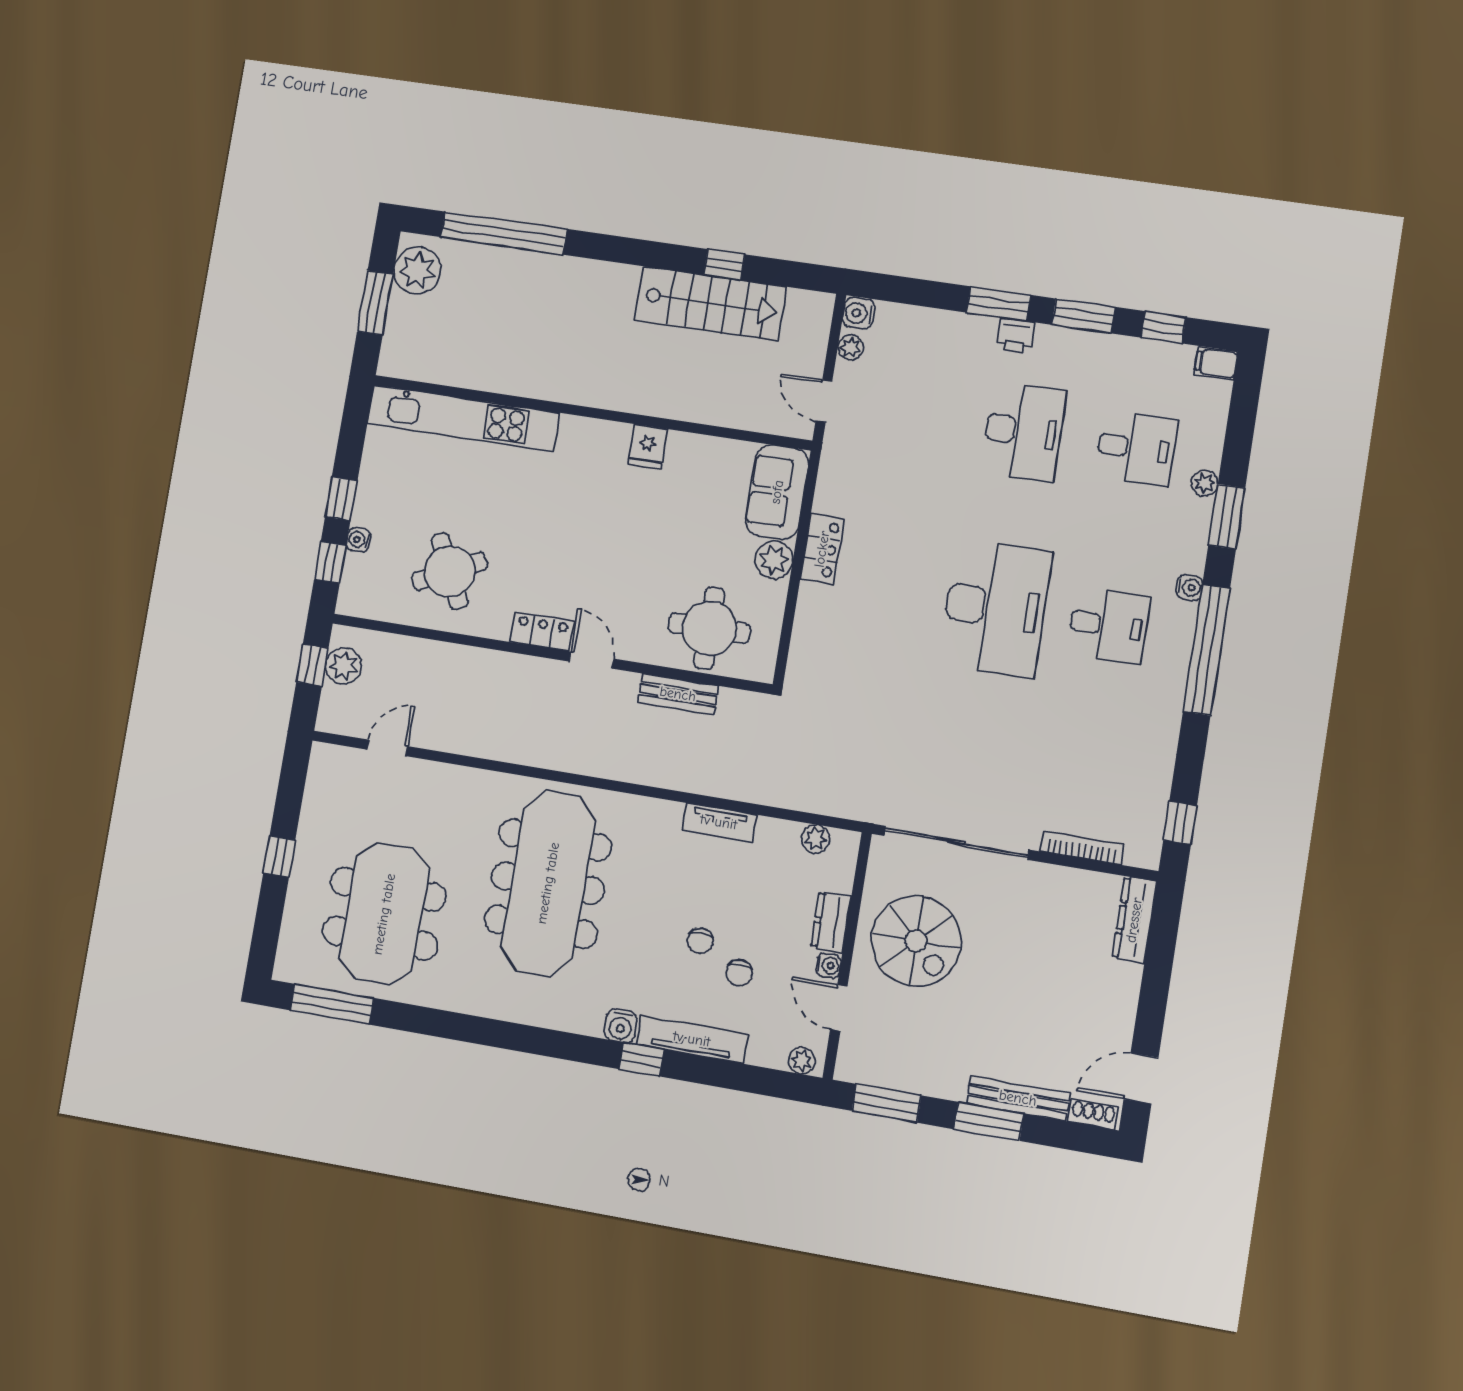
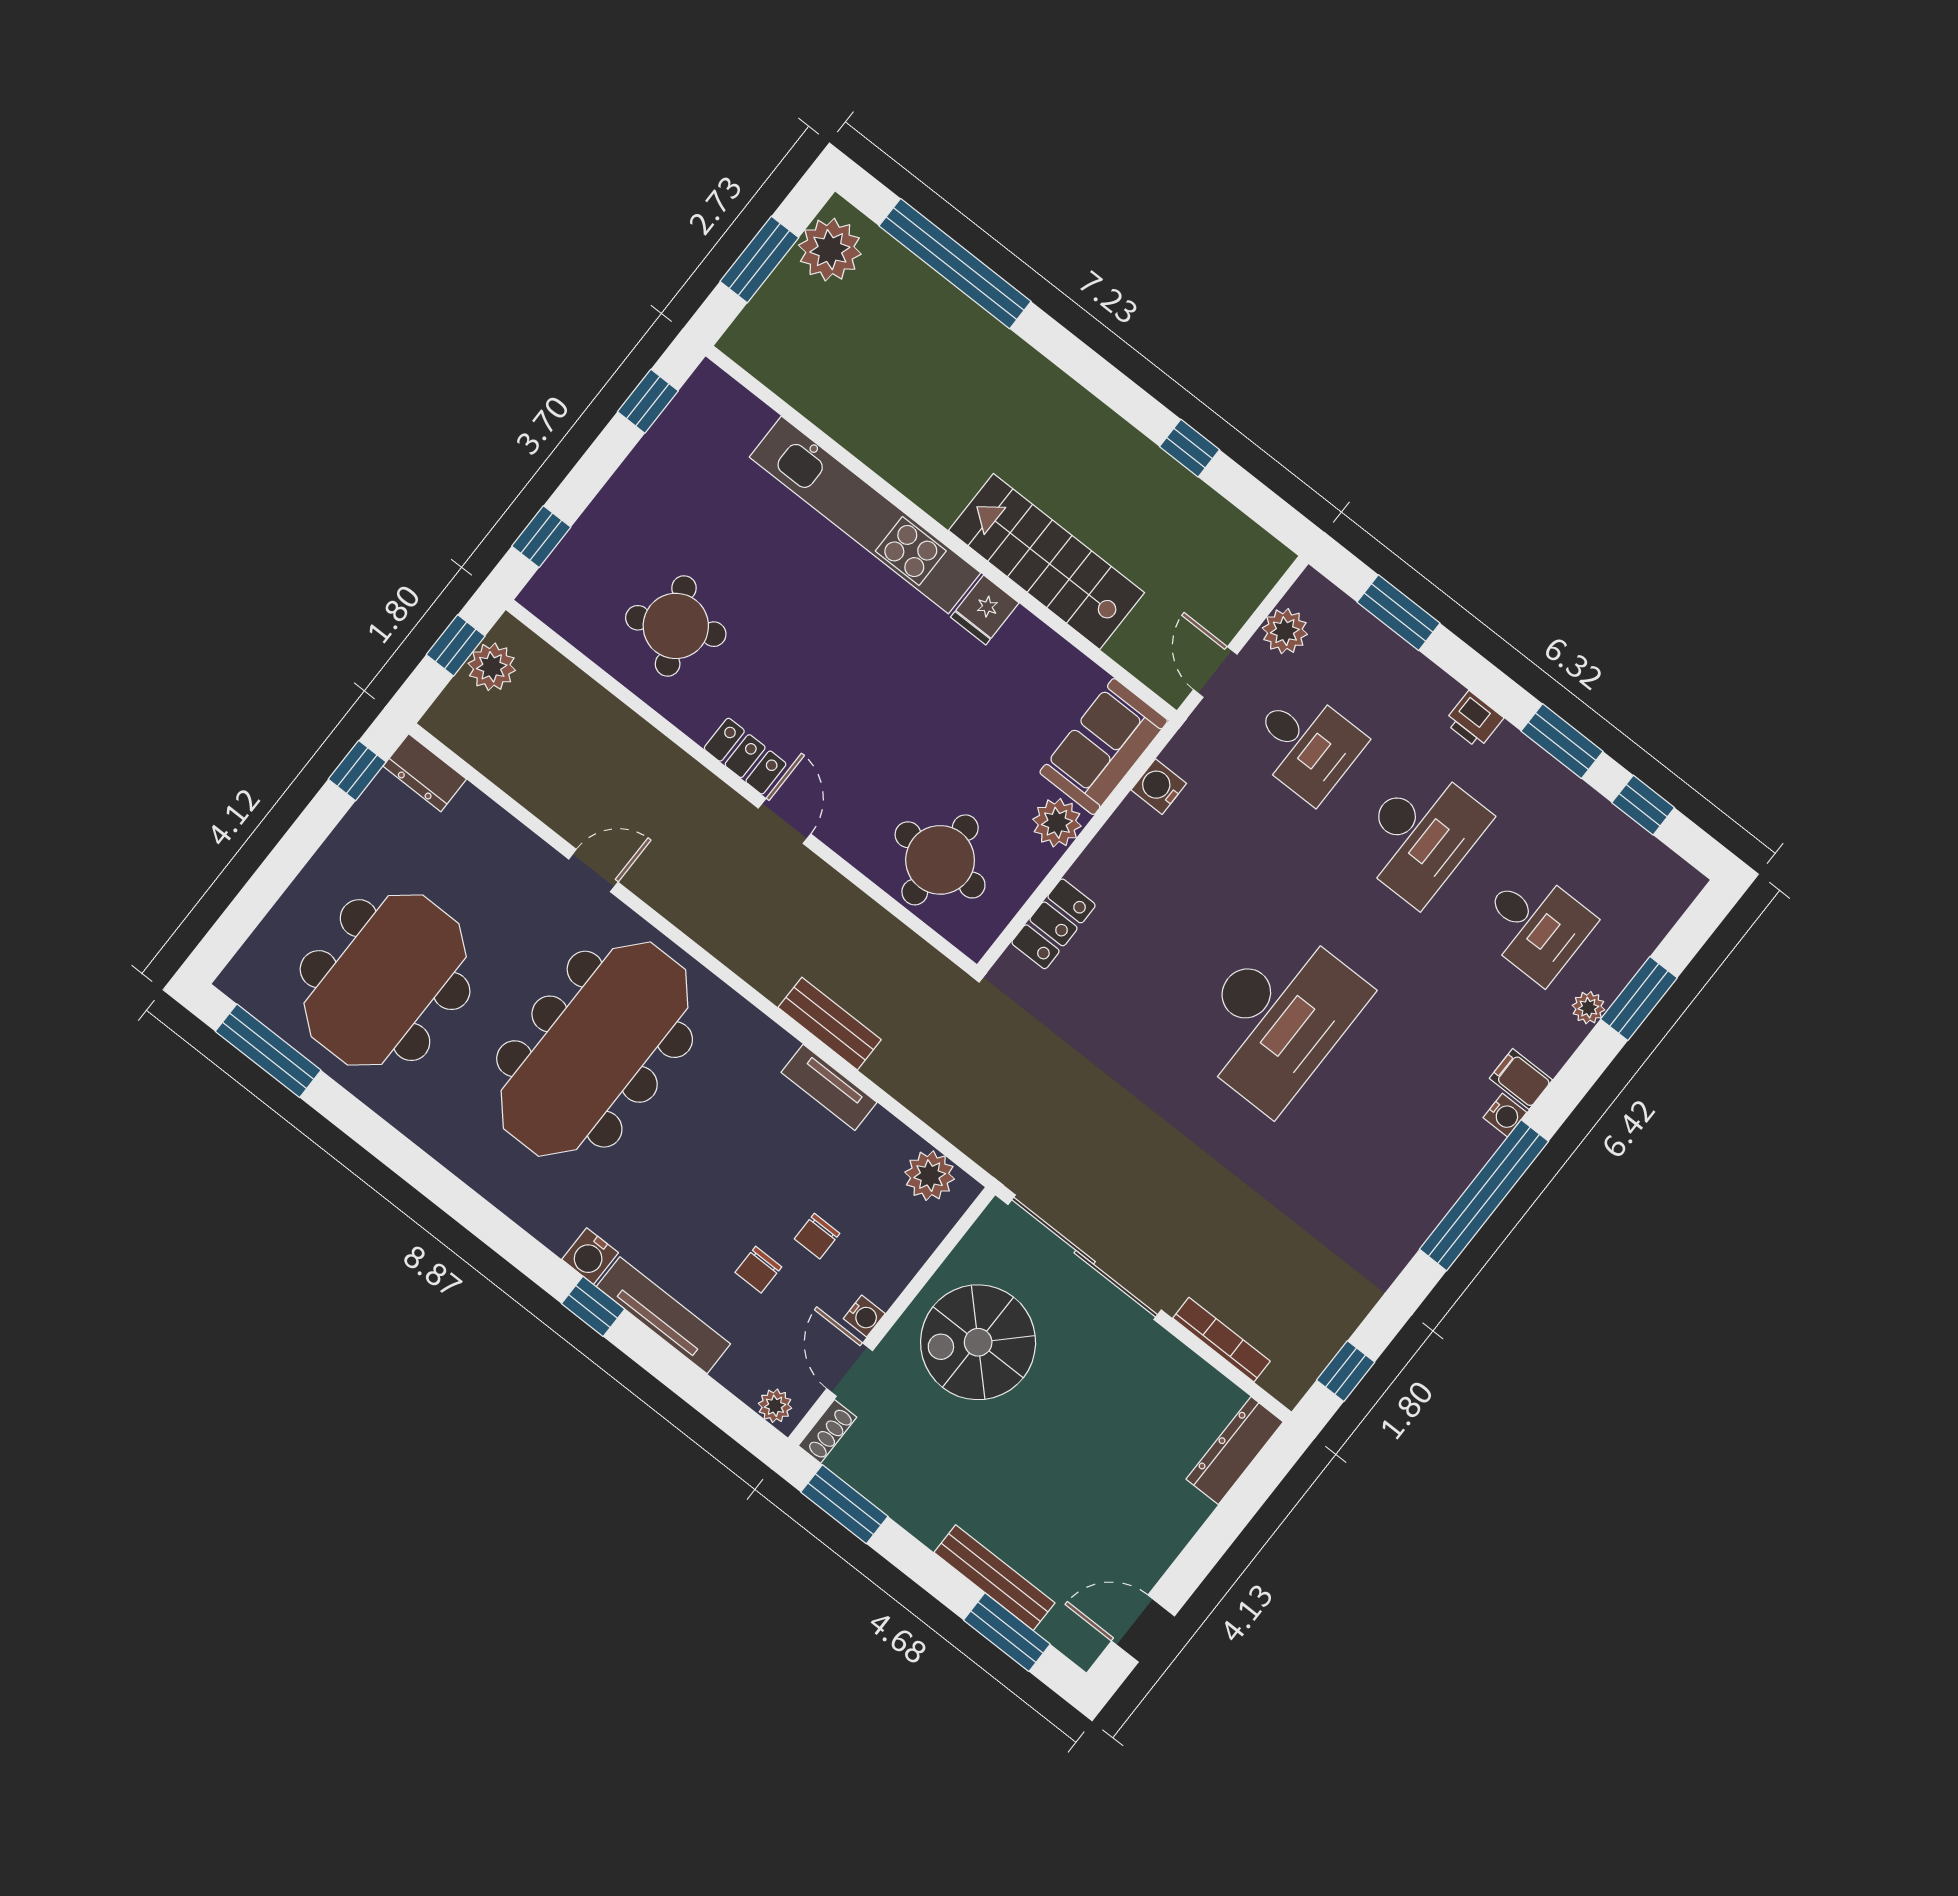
stairs: (711, 303) -> (1046, 562), moved, turned 180
window: (999, 304) -> (1399, 613), moved
water cooler: (859, 313) -> (1159, 787), moved
plant: (851, 347) -> (1285, 631), width x1.38, depth x1.38
filing cabinet: (1216, 363) -> (1521, 1079), moved
kitchen unit: (463, 418) -> (865, 515), moved
window: (341, 499) -> (648, 401), moved
window: (1227, 517) -> (1639, 998), moved
water cooler: (359, 540) -> (589, 529), removed
locker: (822, 549) -> (1054, 924), moved
desk: (1109, 625) -> (1306, 745), moved
bench: (678, 694) -> (830, 1024), moved
door: (387, 748) -> (593, 871), moved
plant: (816, 839) -> (930, 1176), width x1.38, depth x1.38
window: (279, 857) -> (357, 771), moved
dresser: (831, 922) -> (425, 773), moved, turned -90
chair: (700, 941) -> (817, 1236), moved
spiral stairs: (916, 941) -> (978, 1342), turned 90
shoe rack: (1093, 1114) -> (828, 1431), moved, turned 90
window: (989, 1121) -> (1007, 1632), moved

